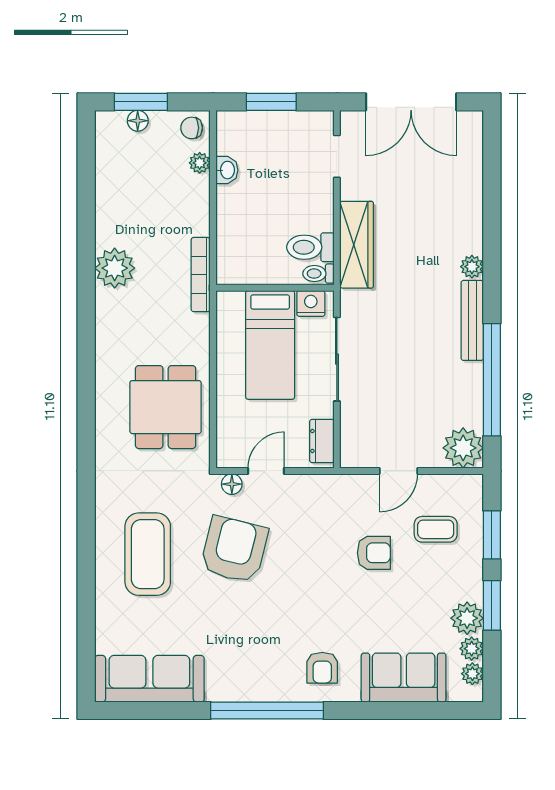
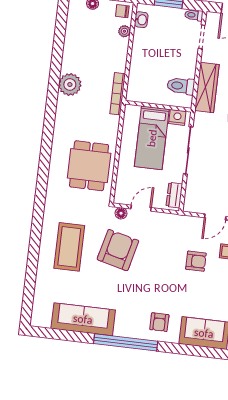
washbasin: (227, 170) -> (141, 20), moved
toilet: (318, 274) -> (194, 15), moved
sofa: (149, 679) -> (83, 319), moved

